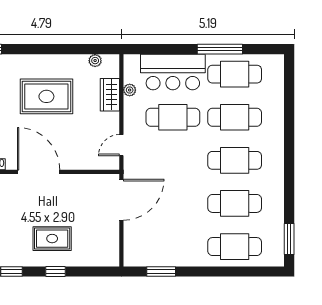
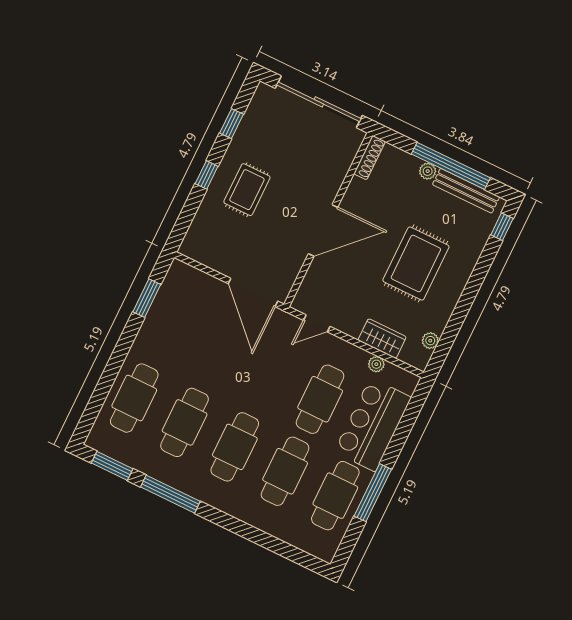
door: (121, 145) -> (317, 323), swing flipped
door: (39, 172) -> (323, 231), moved
window: (289, 189) -> (170, 494), added

